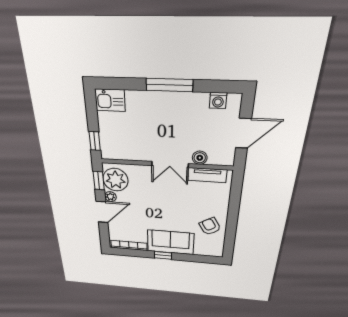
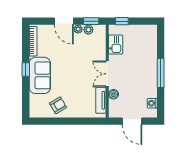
kitchen sink: (110, 100) -> (116, 45), moved, turned 180
plant: (115, 180) -> (88, 30), width x0.53, depth x0.53

